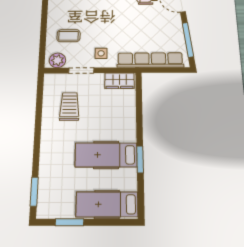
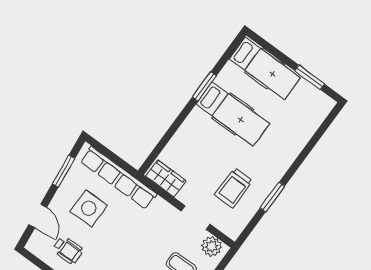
window: (188, 40) -> (64, 171), width x0.69
side table: (101, 53) -> (89, 208), moved, width x1.87, depth x1.87
window: (34, 192) -> (272, 197), moved

